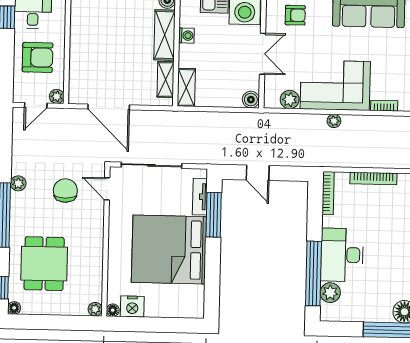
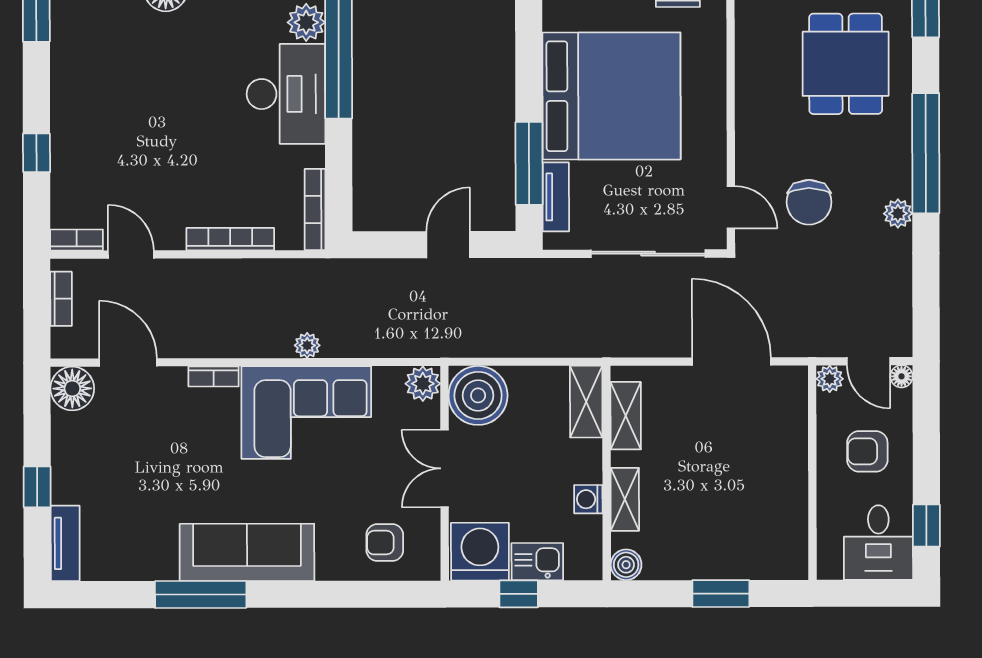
shelving: (165, 35) -> (625, 499), width x0.67, depth x0.75
armchair: (38, 57) -> (867, 451), width x0.72, depth x0.72
floor lamp: (18, 97) -> (901, 376), added
boiler: (251, 100) -> (478, 395), width x1.86, depth x1.86
plant: (290, 100) -> (423, 384), moved
door: (36, 105) -> (869, 361), swing flipped
door: (258, 173) -> (448, 245), hinge flipped

